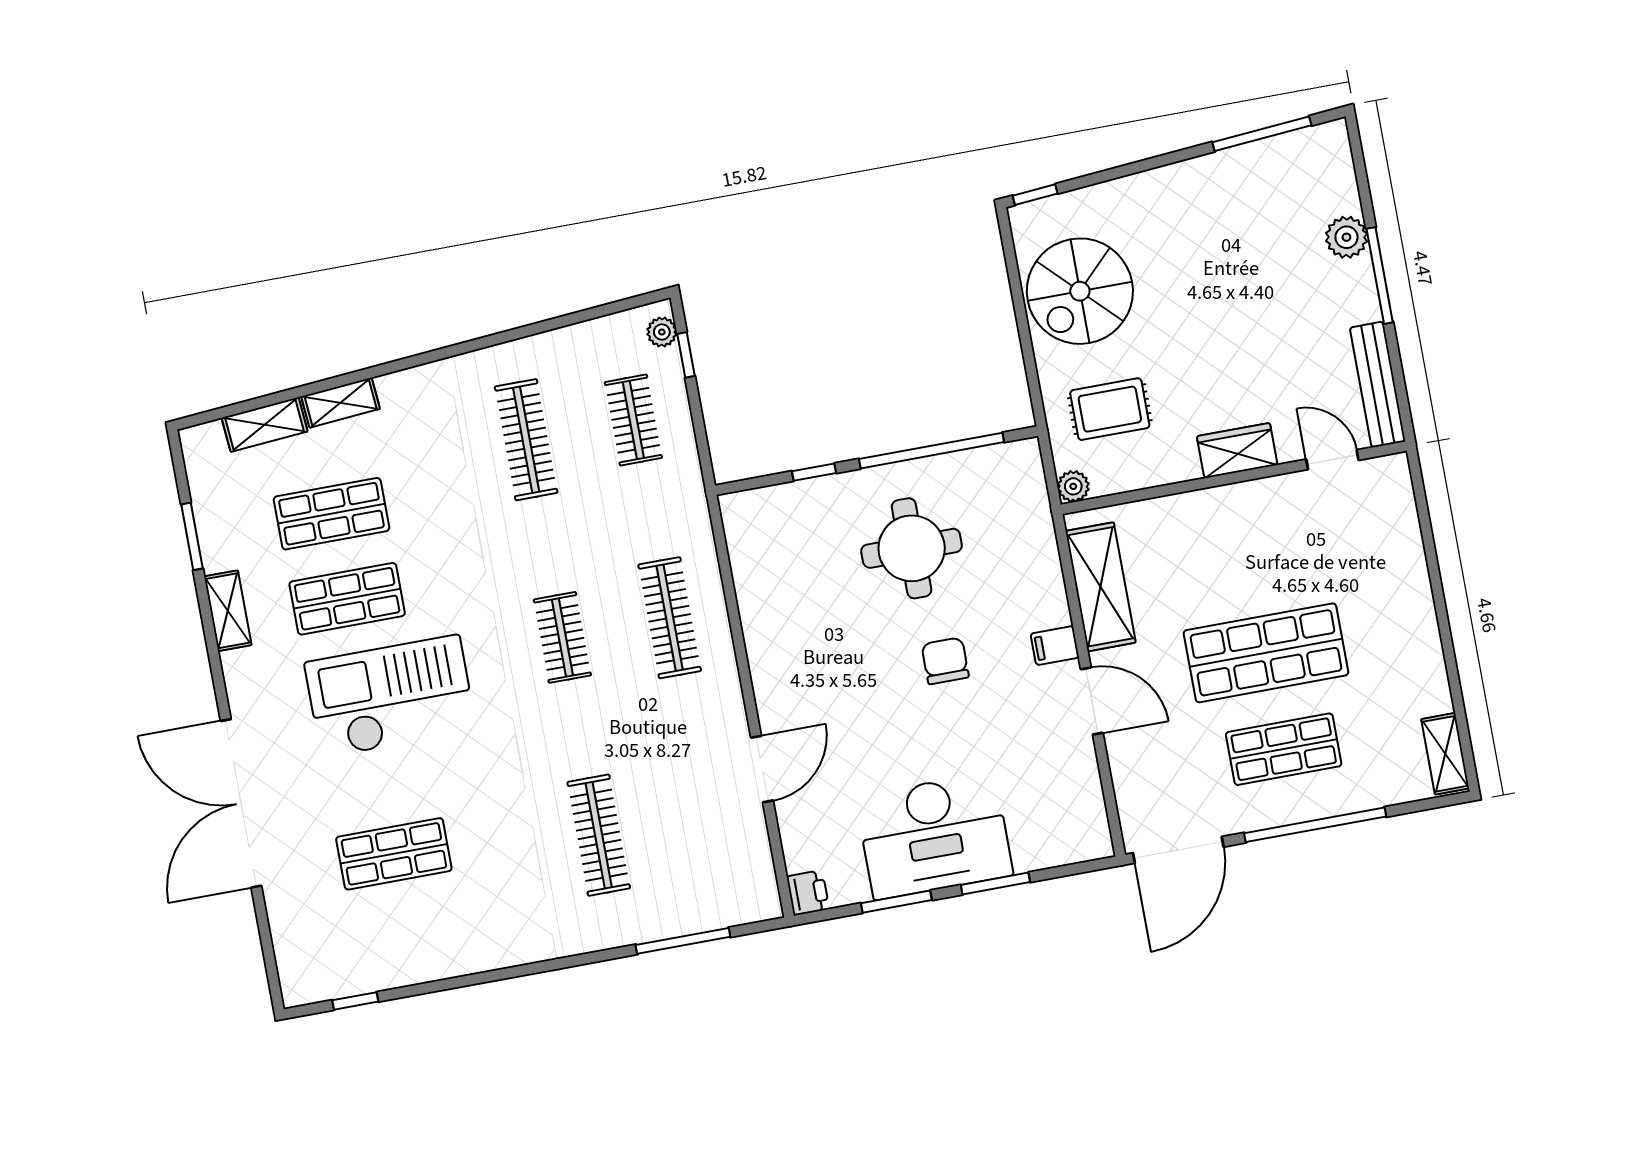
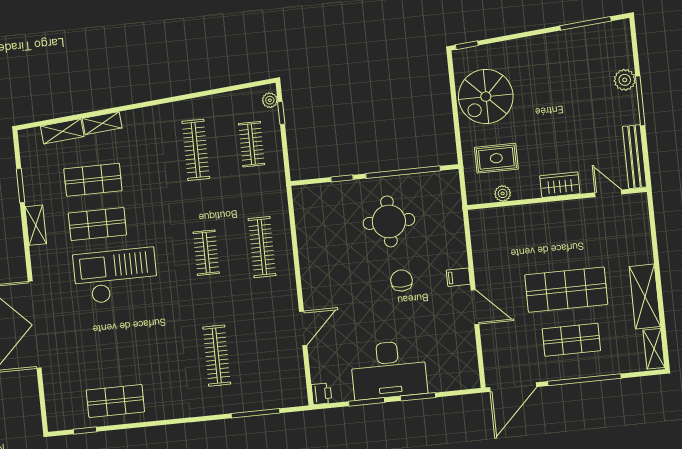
plant: (1073, 486) -> (503, 193), moved
shelving: (1101, 587) -> (645, 296), moved
shop shelf: (394, 854) -> (115, 401), moved

